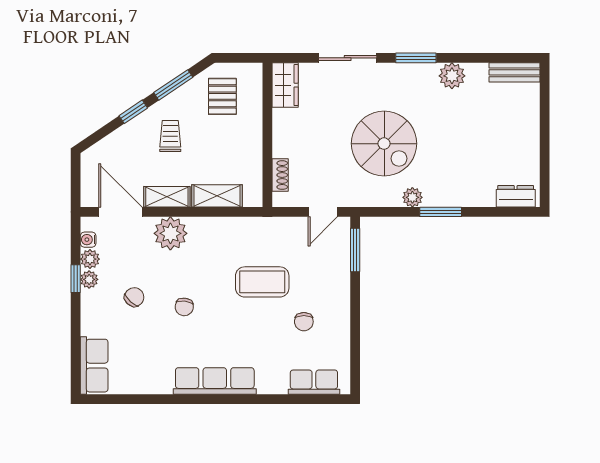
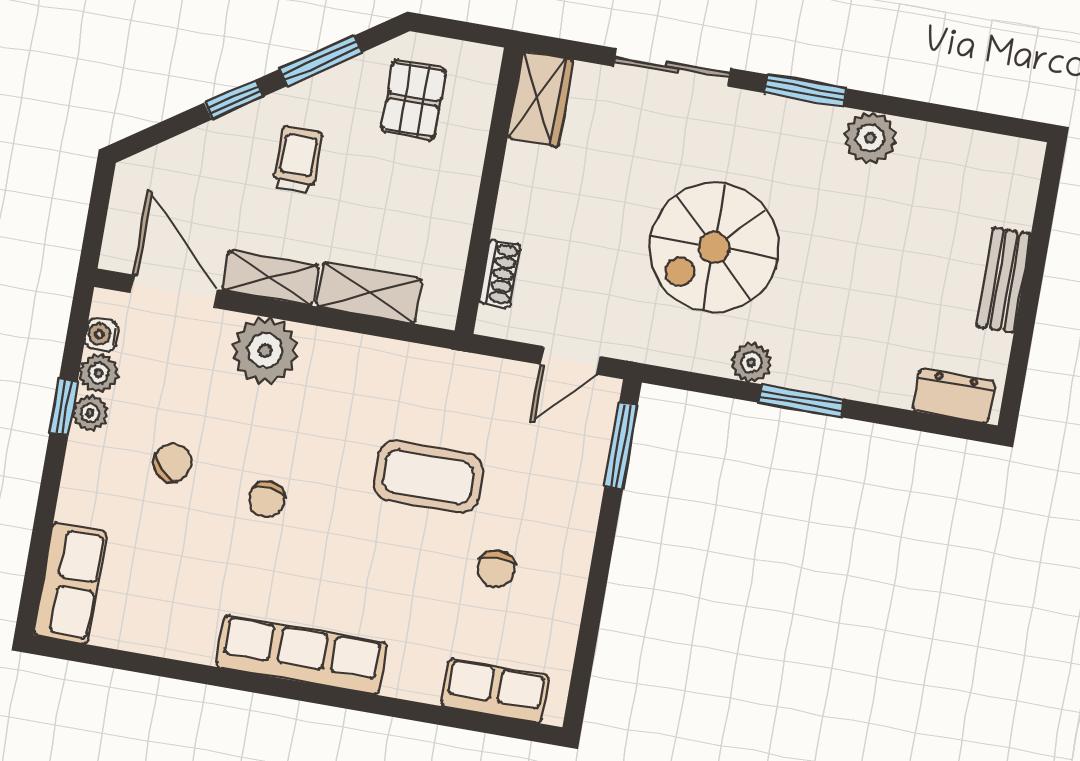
bench: (515, 72) -> (1003, 280), moved, turned 90
spiral stairs: (384, 144) -> (714, 247), turned 90

